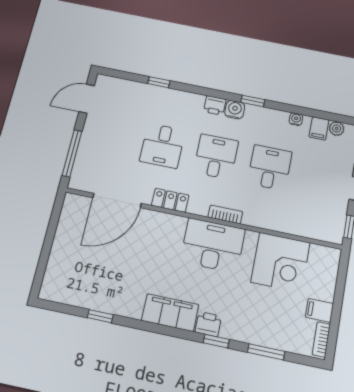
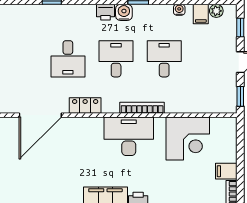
bookcase: (225, 214) -> (142, 108), width x1.56

